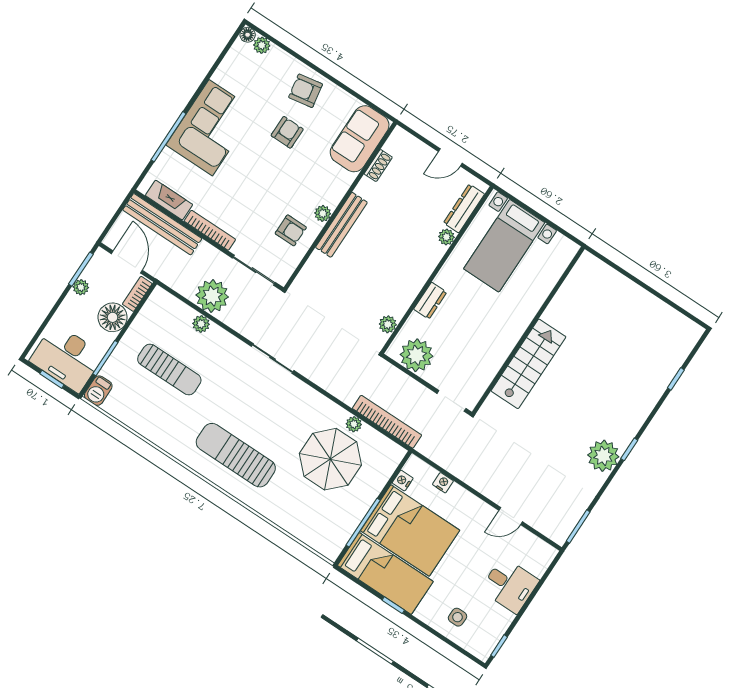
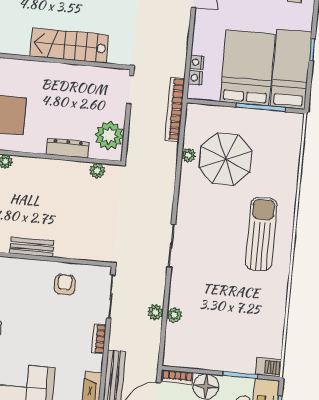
plant: (323, 213) -> (38, 267), removed
bench: (341, 225) -> (32, 247), width x0.73
bookcase: (210, 230) -> (99, 339), width x0.64
plant: (212, 296) -> (155, 312), width x0.53, depth x0.53
dresser: (430, 301) -> (68, 148), width x1.44
sun lounger: (169, 369) -> (223, 321), removed
bookcase: (387, 422) -> (175, 109), moved
sun lounger: (236, 455) -> (261, 234), turned 180
nightstand: (403, 481) -> (195, 78), moved, turned 90

